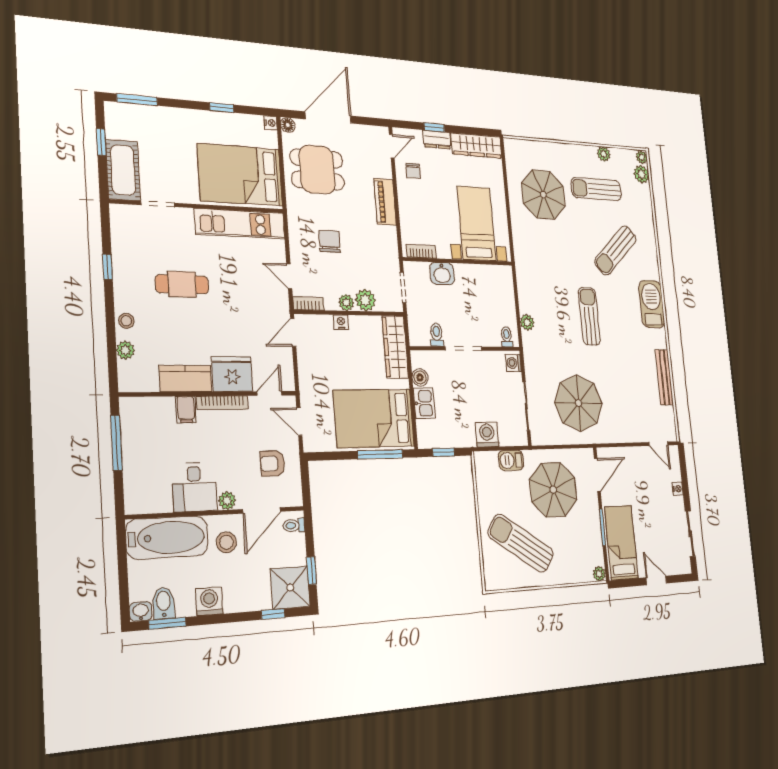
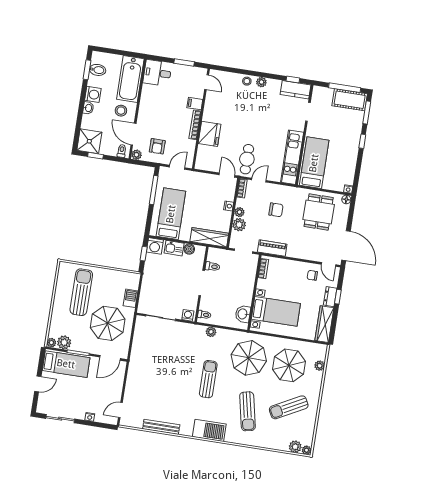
window: (222, 108) -> (362, 141), moved
door: (328, 117) -> (346, 246), moved
window: (101, 142) -> (345, 88), width x2.17
plant: (604, 154) -> (320, 366), moved
cot: (123, 170) -> (350, 100), moved
bed: (240, 175) -> (314, 163), width x0.67
sun lounger: (596, 189) -> (289, 407), turned -118
piano: (385, 202) -> (272, 248), moved
sun lounger: (615, 250) -> (248, 411), turned -149
window: (108, 267) -> (293, 80), moved
washbasin: (442, 274) -> (243, 314), moved
cafe table: (182, 284) -> (247, 159), moved
sun lounger: (589, 316) -> (208, 379), turned -90
plant: (125, 350) -> (261, 82), moved
kitchen counter: (186, 379) -> (296, 90), moved, turned 90
door: (269, 393) -> (207, 82), moved
parasol: (578, 403) -> (249, 358), moved
bed: (374, 418) -> (171, 214), width x0.67
washing machine: (487, 435) -> (155, 246), moved, turned 90
window: (116, 443) -> (184, 62), width x0.69
window: (380, 454) -> (154, 190), moved
armchair: (273, 463) -> (157, 146), turned 180
door: (597, 475) -> (110, 358), hinge flipped
desk: (194, 487) -> (157, 73), moved
plant: (227, 501) -> (137, 155), moved
sun lounger: (521, 543) -> (81, 292), turned -34
plant: (594, 553) -> (64, 342), added
washbasin: (141, 612) -> (88, 108), moved
window: (273, 614) -> (78, 128), removed

